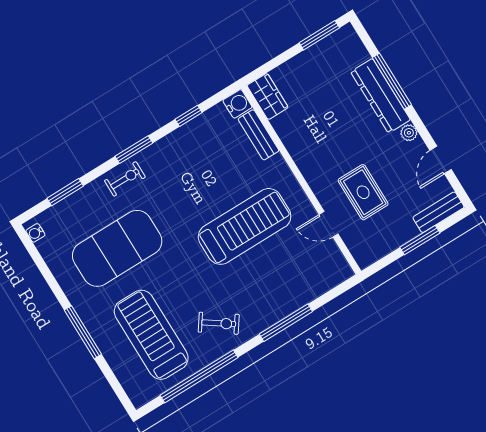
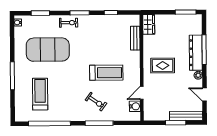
water cooler: (237, 104) -> (135, 106), moved
door: (441, 160) -> (205, 95), hinge flipped
rug: (363, 192) -> (163, 66), moved, turned 90
bench: (438, 212) -> (186, 116), width x1.36
door: (329, 224) -> (142, 93), hinge flipped
treadmill: (245, 226) -> (106, 73), width x0.73, depth x0.73
exercise bike: (219, 323) -> (96, 102), moved
treadmill: (151, 335) -> (40, 94), width x0.73, depth x0.73

